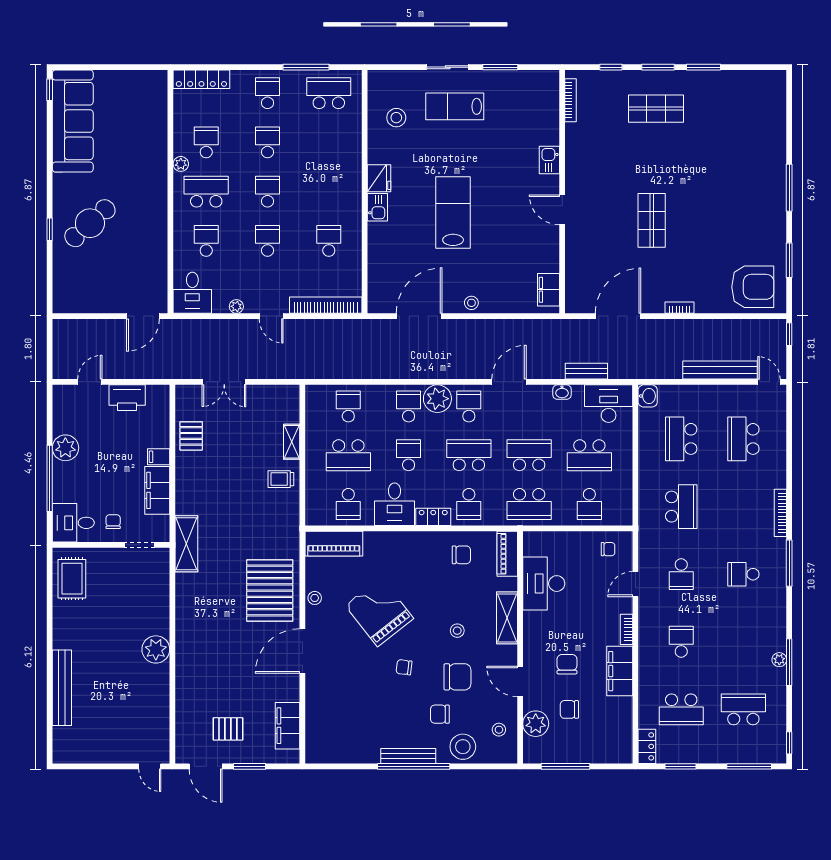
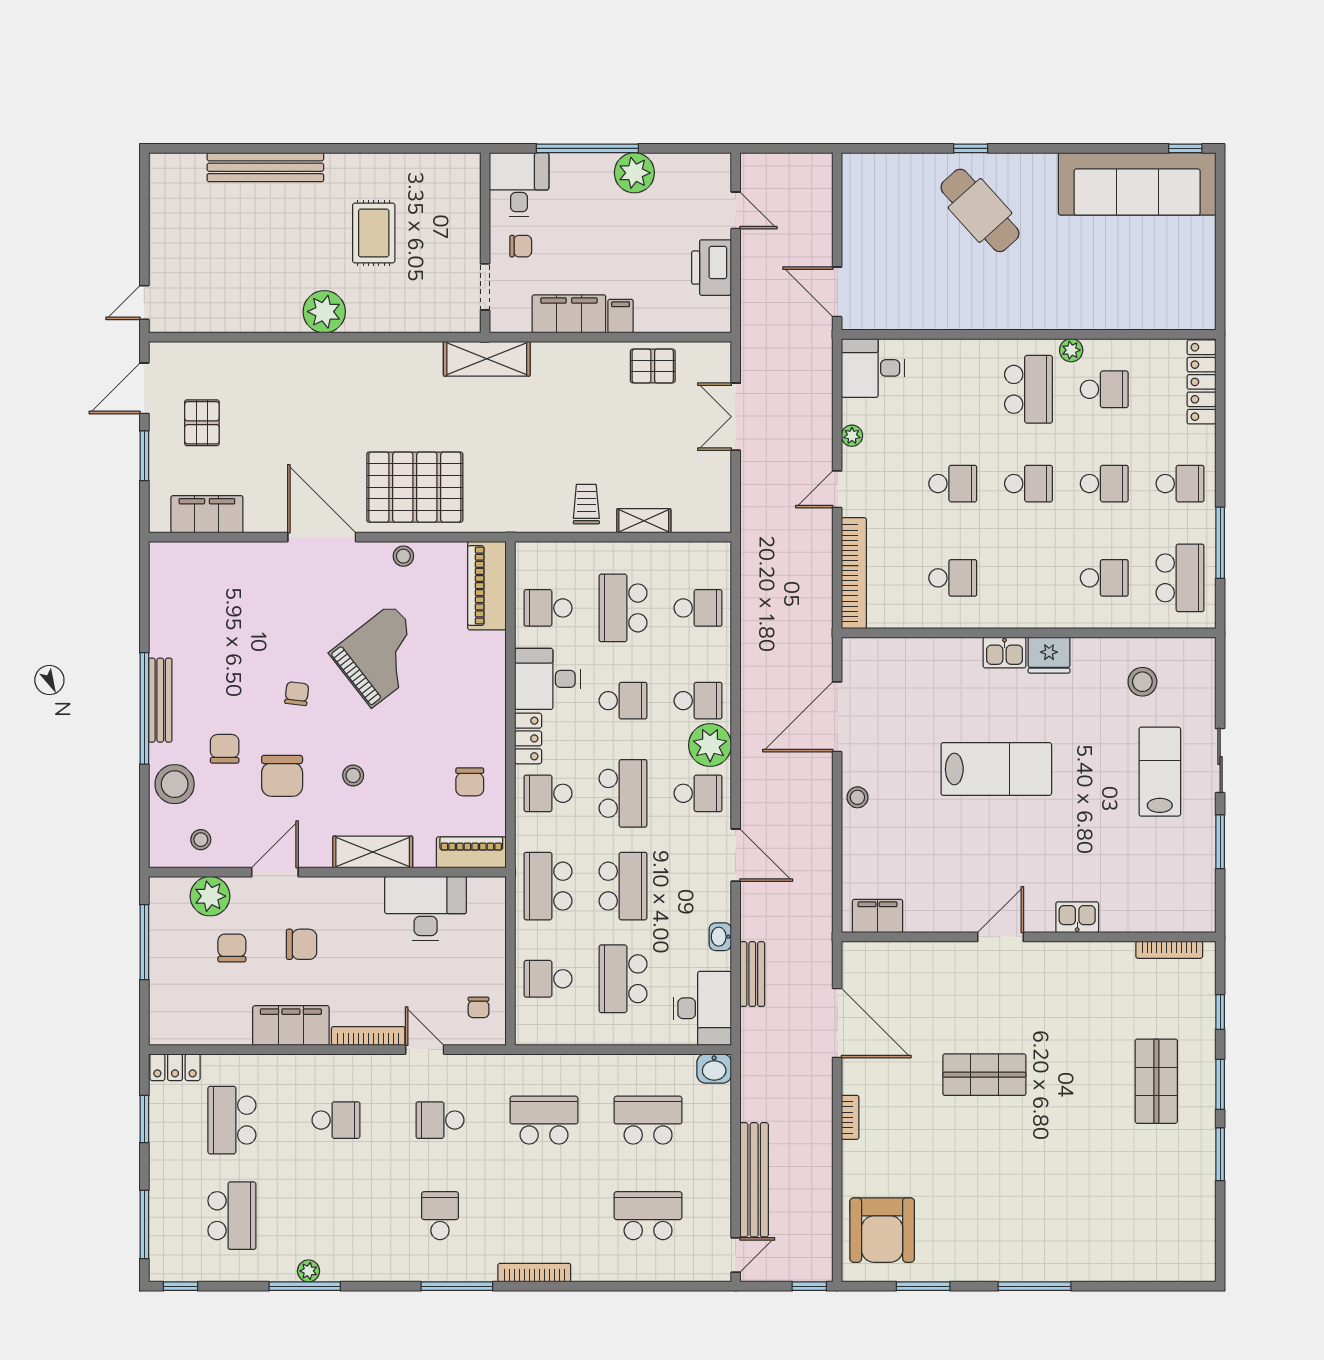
school desk: (206, 241) -> (1104, 578), moved
door: (419, 316) -> (837, 717), swing flipped
school desk: (681, 507) -> (544, 1120), turned 180
rug: (72, 579) -> (374, 233), moved, turned 90
bookcase: (627, 629) -> (368, 1036), width x1.56

